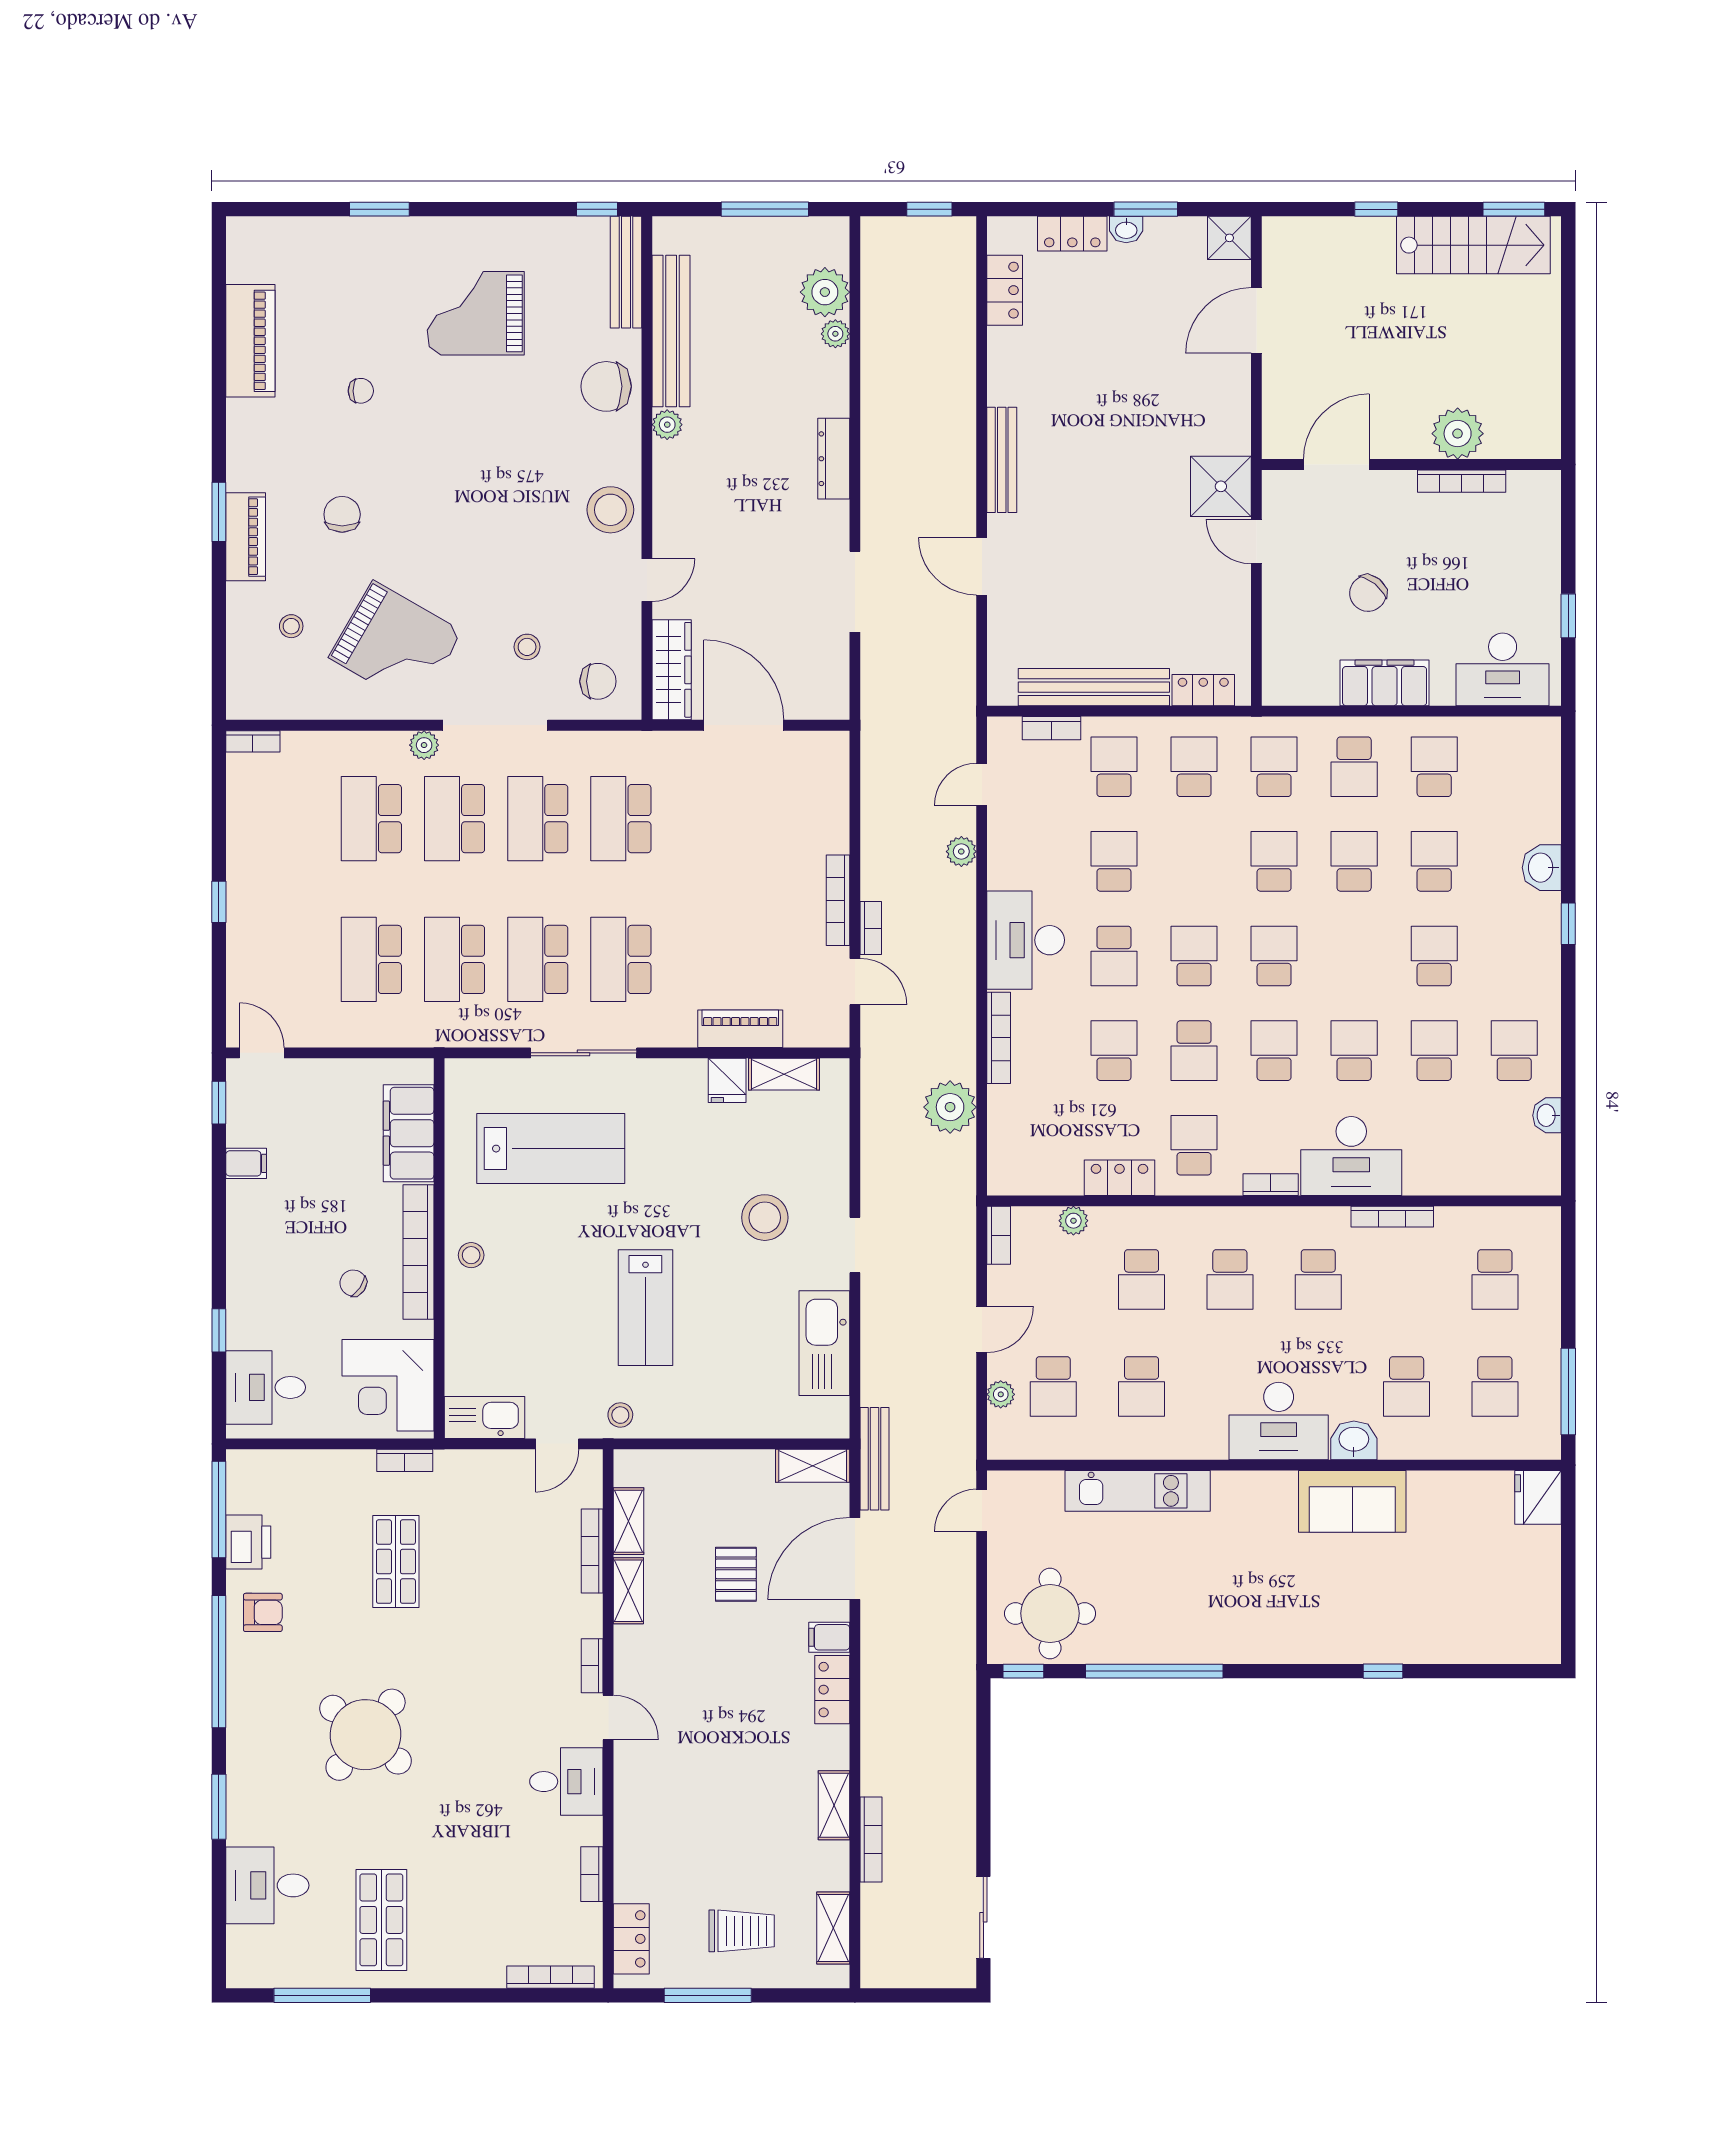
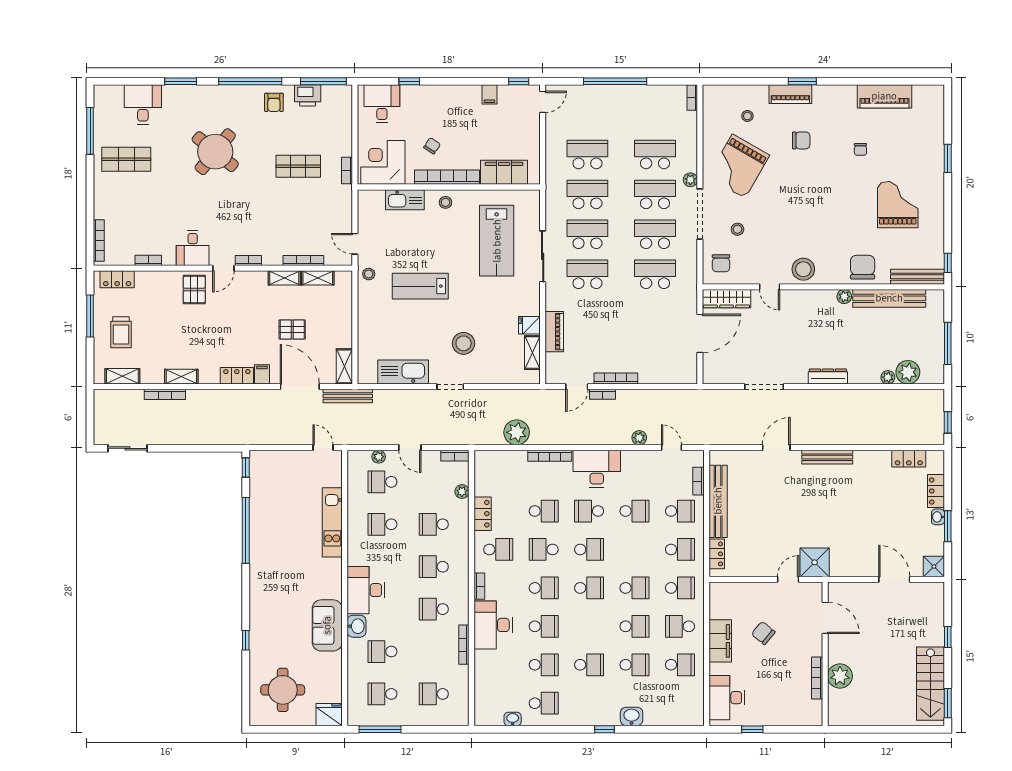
window: (219, 902) -> (615, 81), width x3.17
kitchen sink: (485, 1417) -> (405, 200), moved, turned 90
round table: (1050, 1613) -> (283, 690), moved
pallet: (653, 1778) -> (194, 290), added

